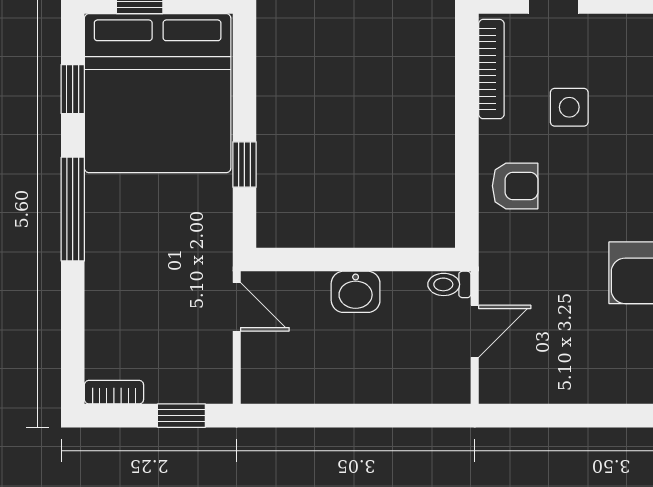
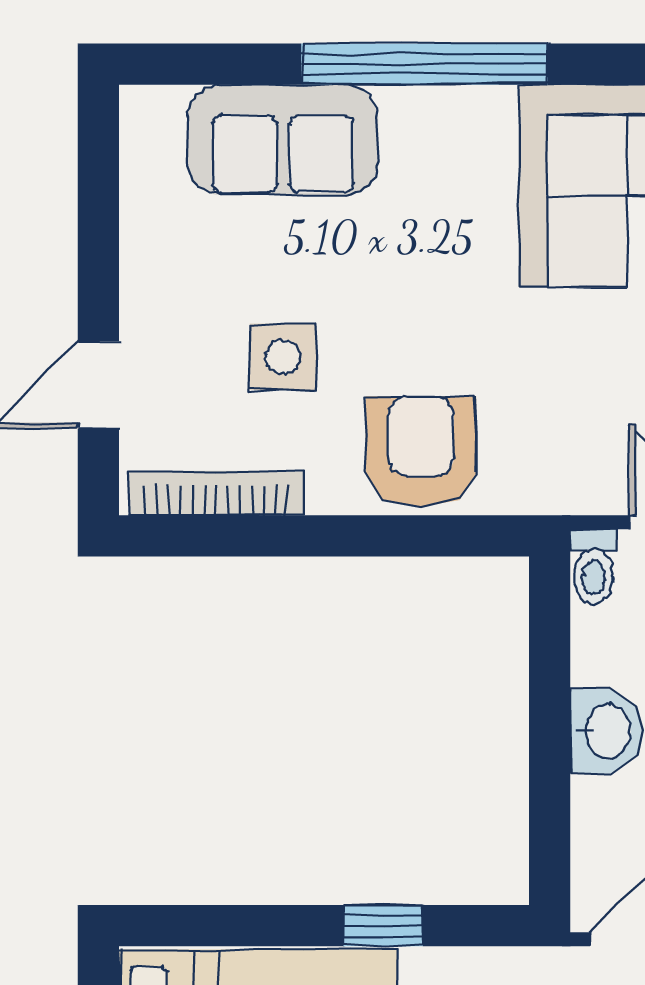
armchair: (515, 186) -> (421, 452), width x1.38, depth x1.38

